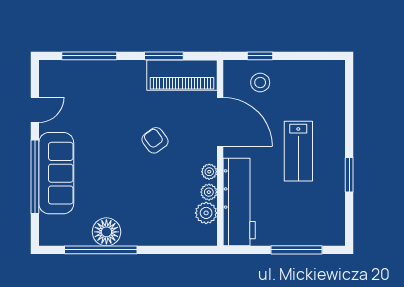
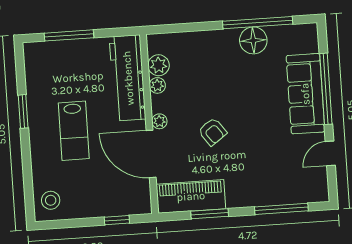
stool: (260, 83) -> (51, 200), moved
lab bench: (298, 151) -> (74, 131), turned 180
plant: (209, 172) -> (159, 121), moved

